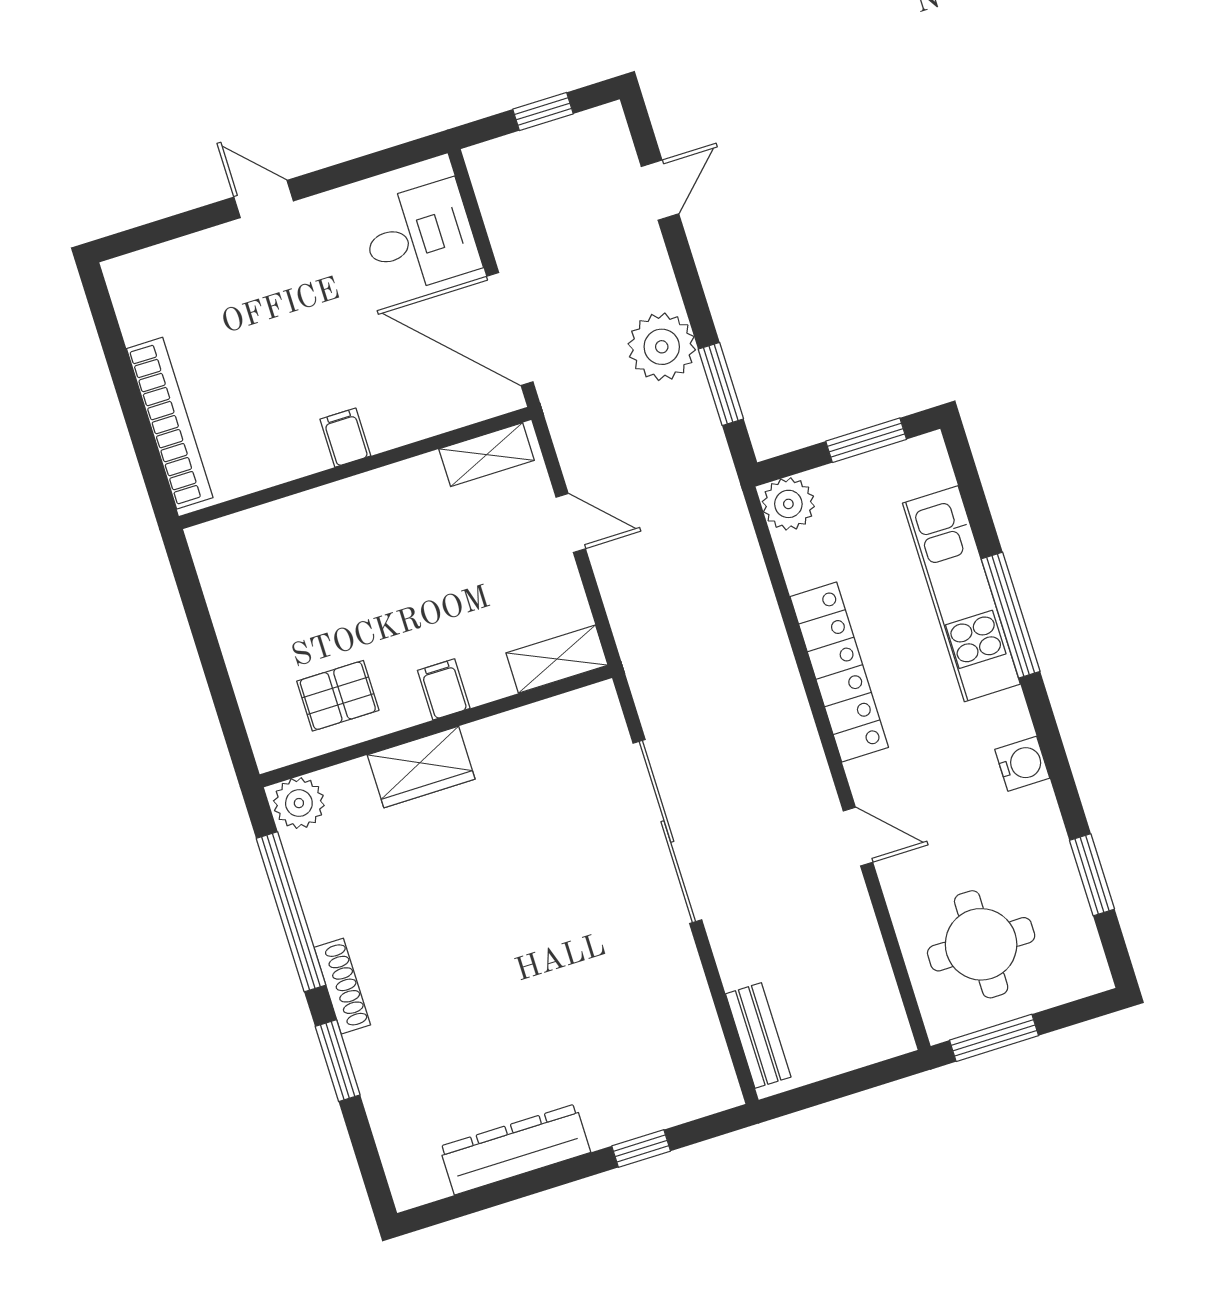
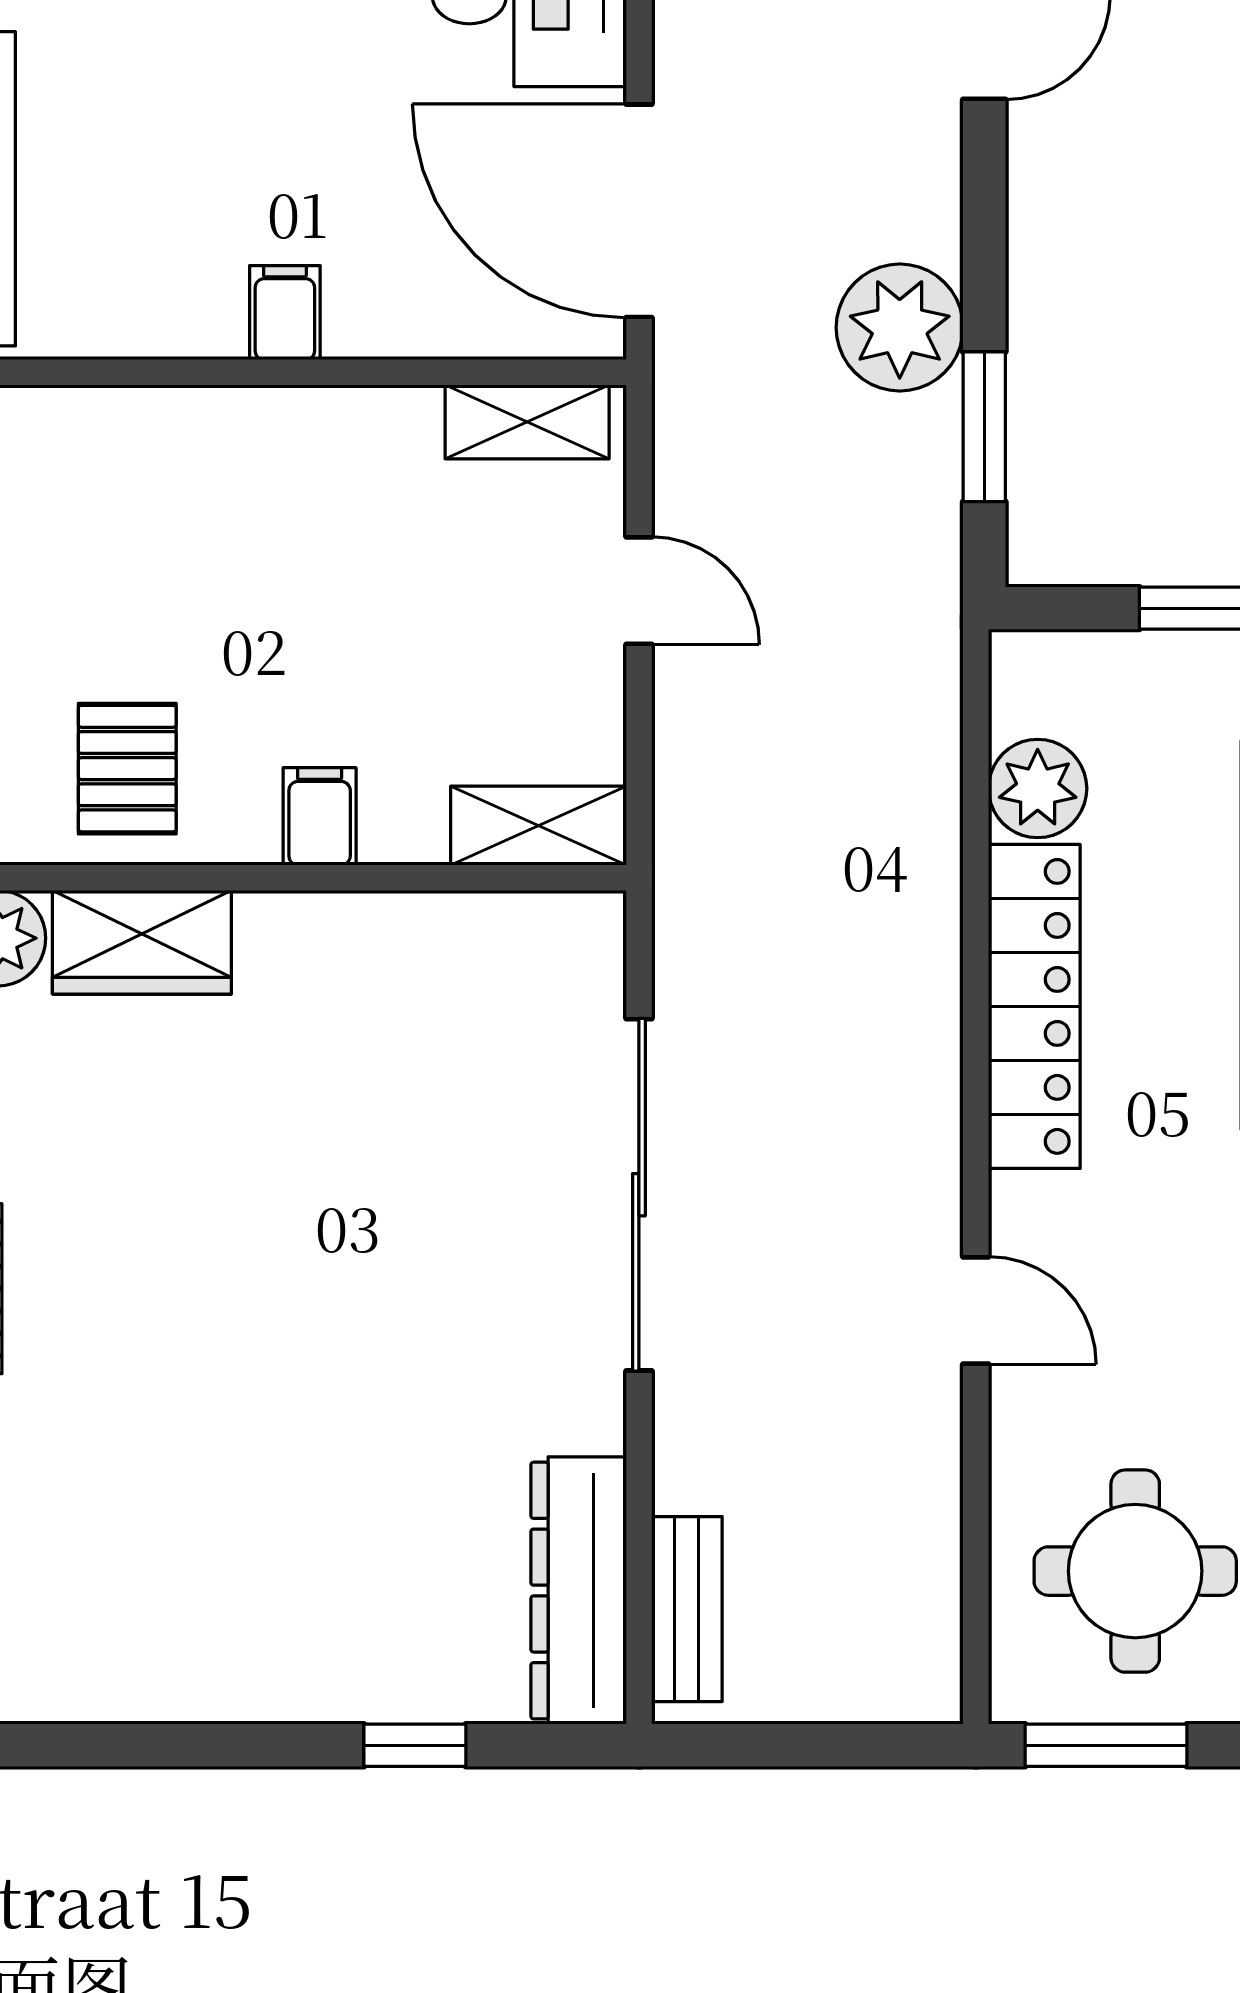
plant: (788, 504) -> (1038, 789), moved
pallet: (338, 696) -> (127, 769), turned 90
wardrobe: (421, 767) -> (142, 942), moved
dresser: (515, 1149) -> (579, 1591), moved, turned -90

